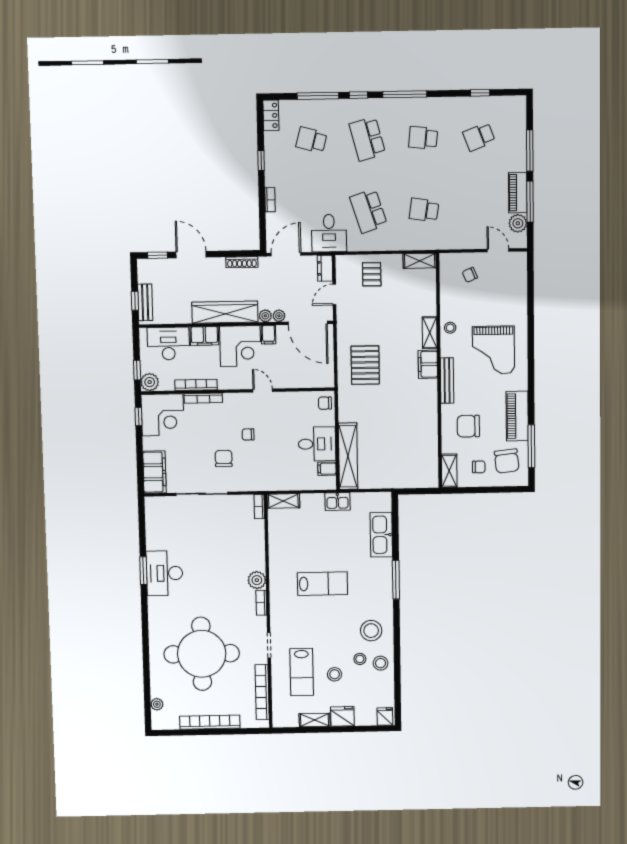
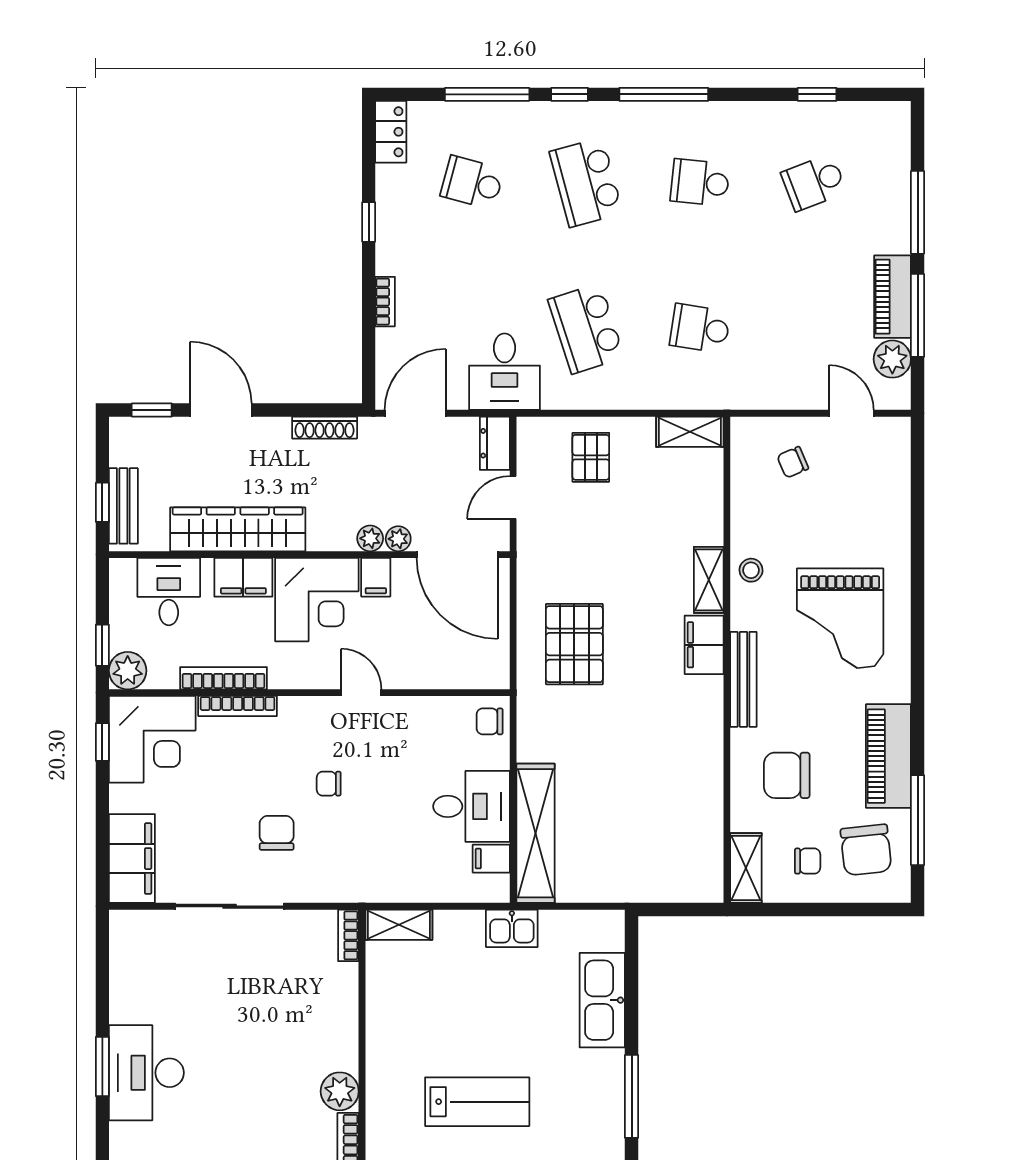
wardrobe: (225, 312) -> (238, 529), moved
desk: (168, 344) -> (169, 592), width x0.73

